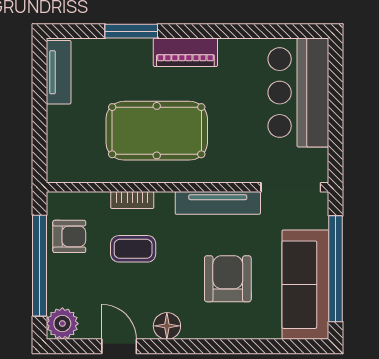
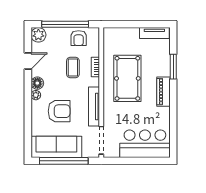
plant: (193, 329) -> (36, 95), added

